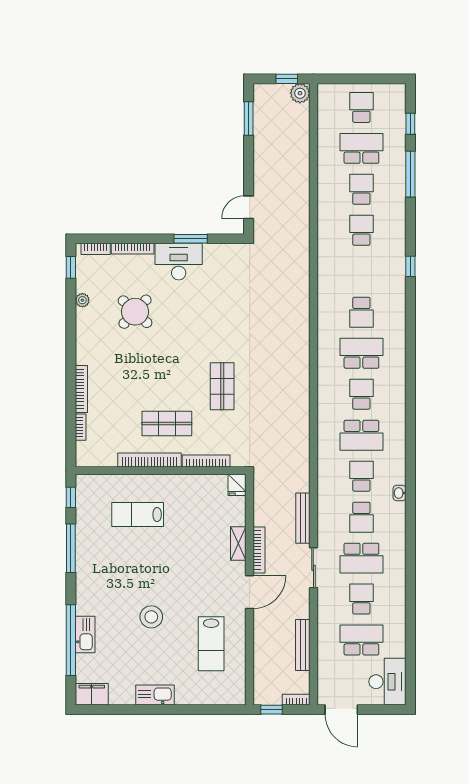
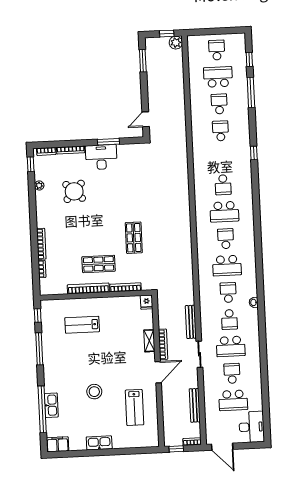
school desk: (361, 353) -> (224, 212), turned 180
school desk: (361, 640) -> (233, 400), turned 180

